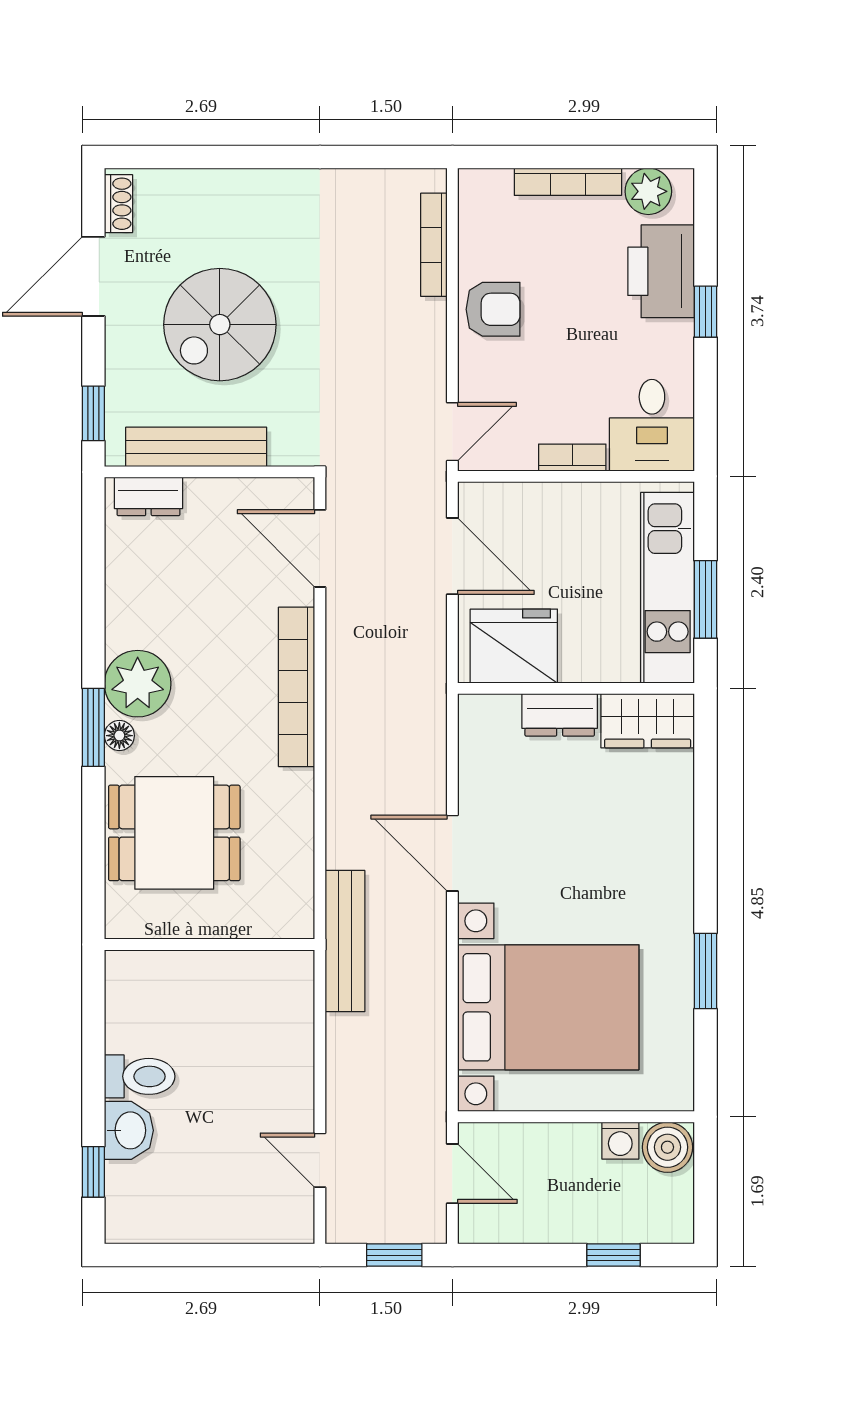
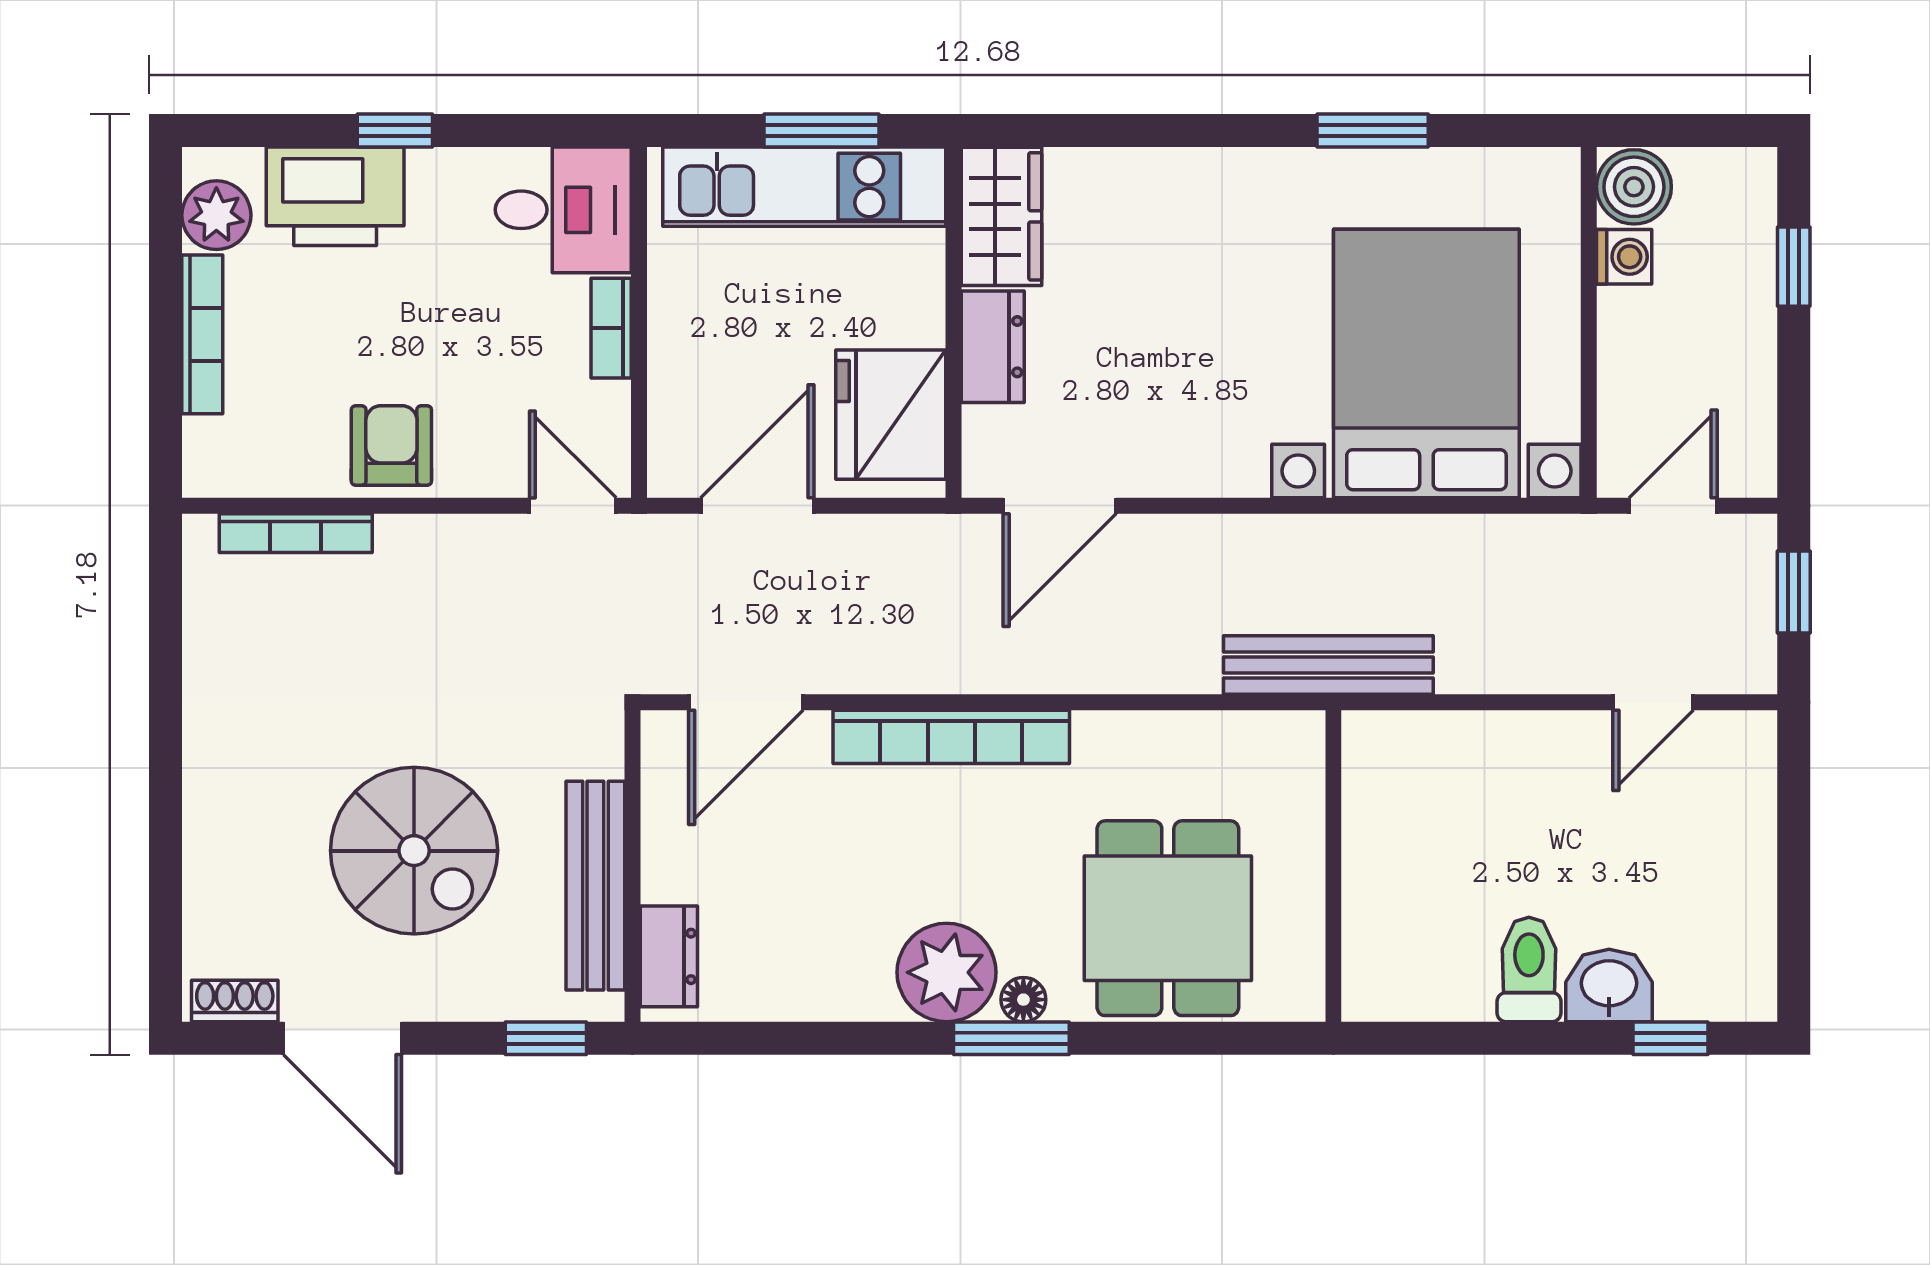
door: (452, 853) -> (1060, 506), moved

